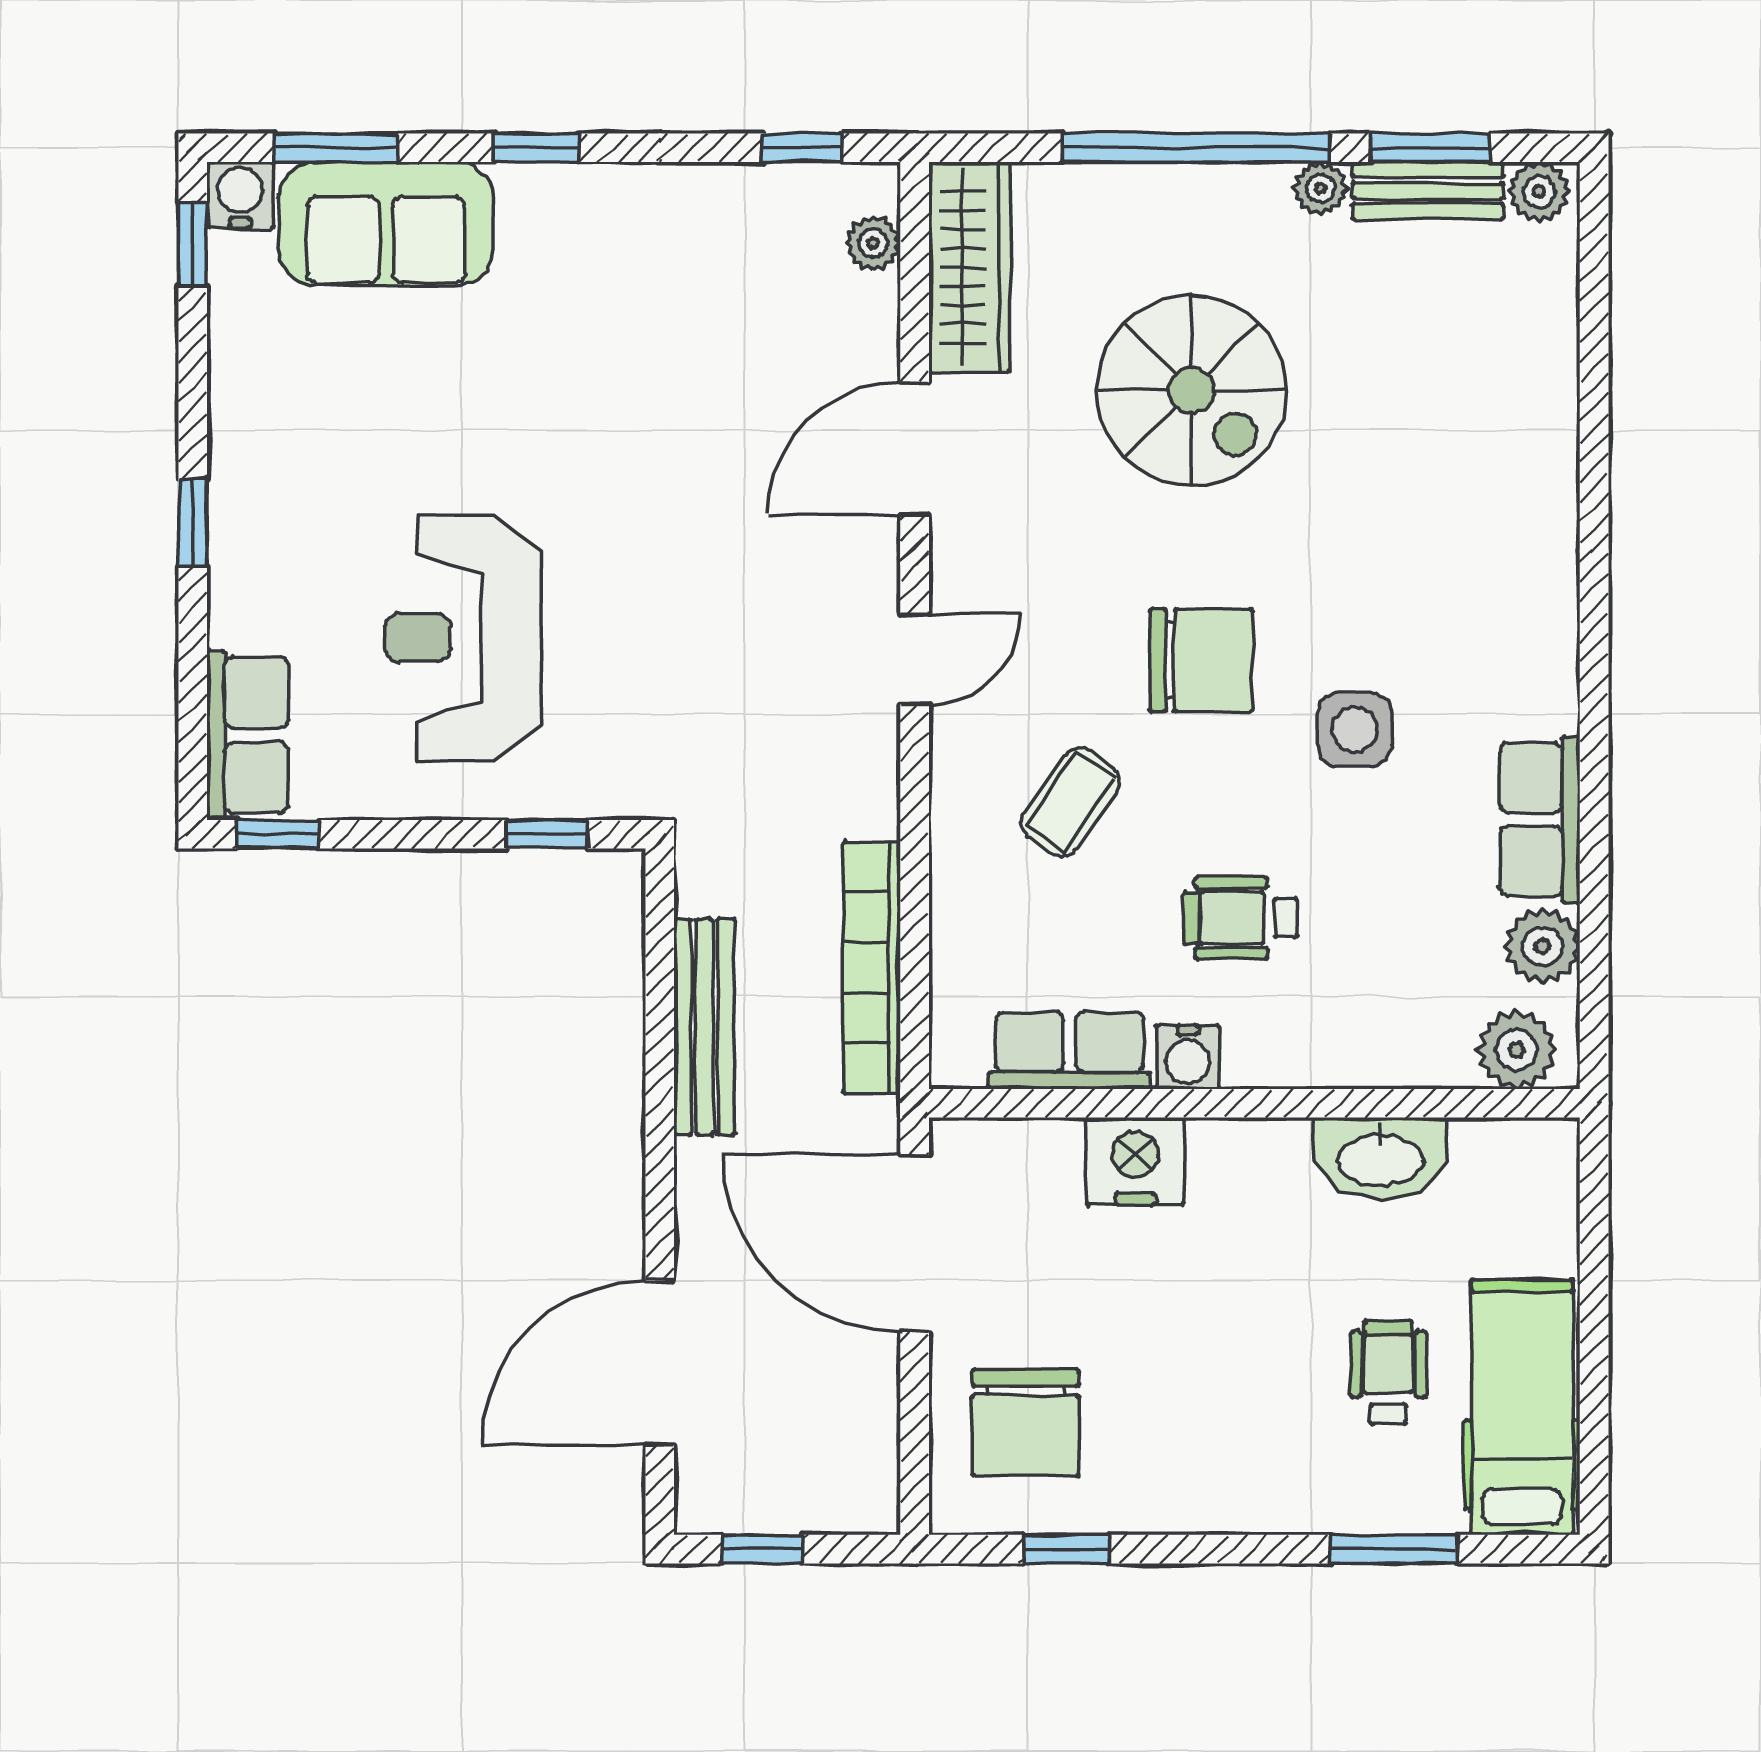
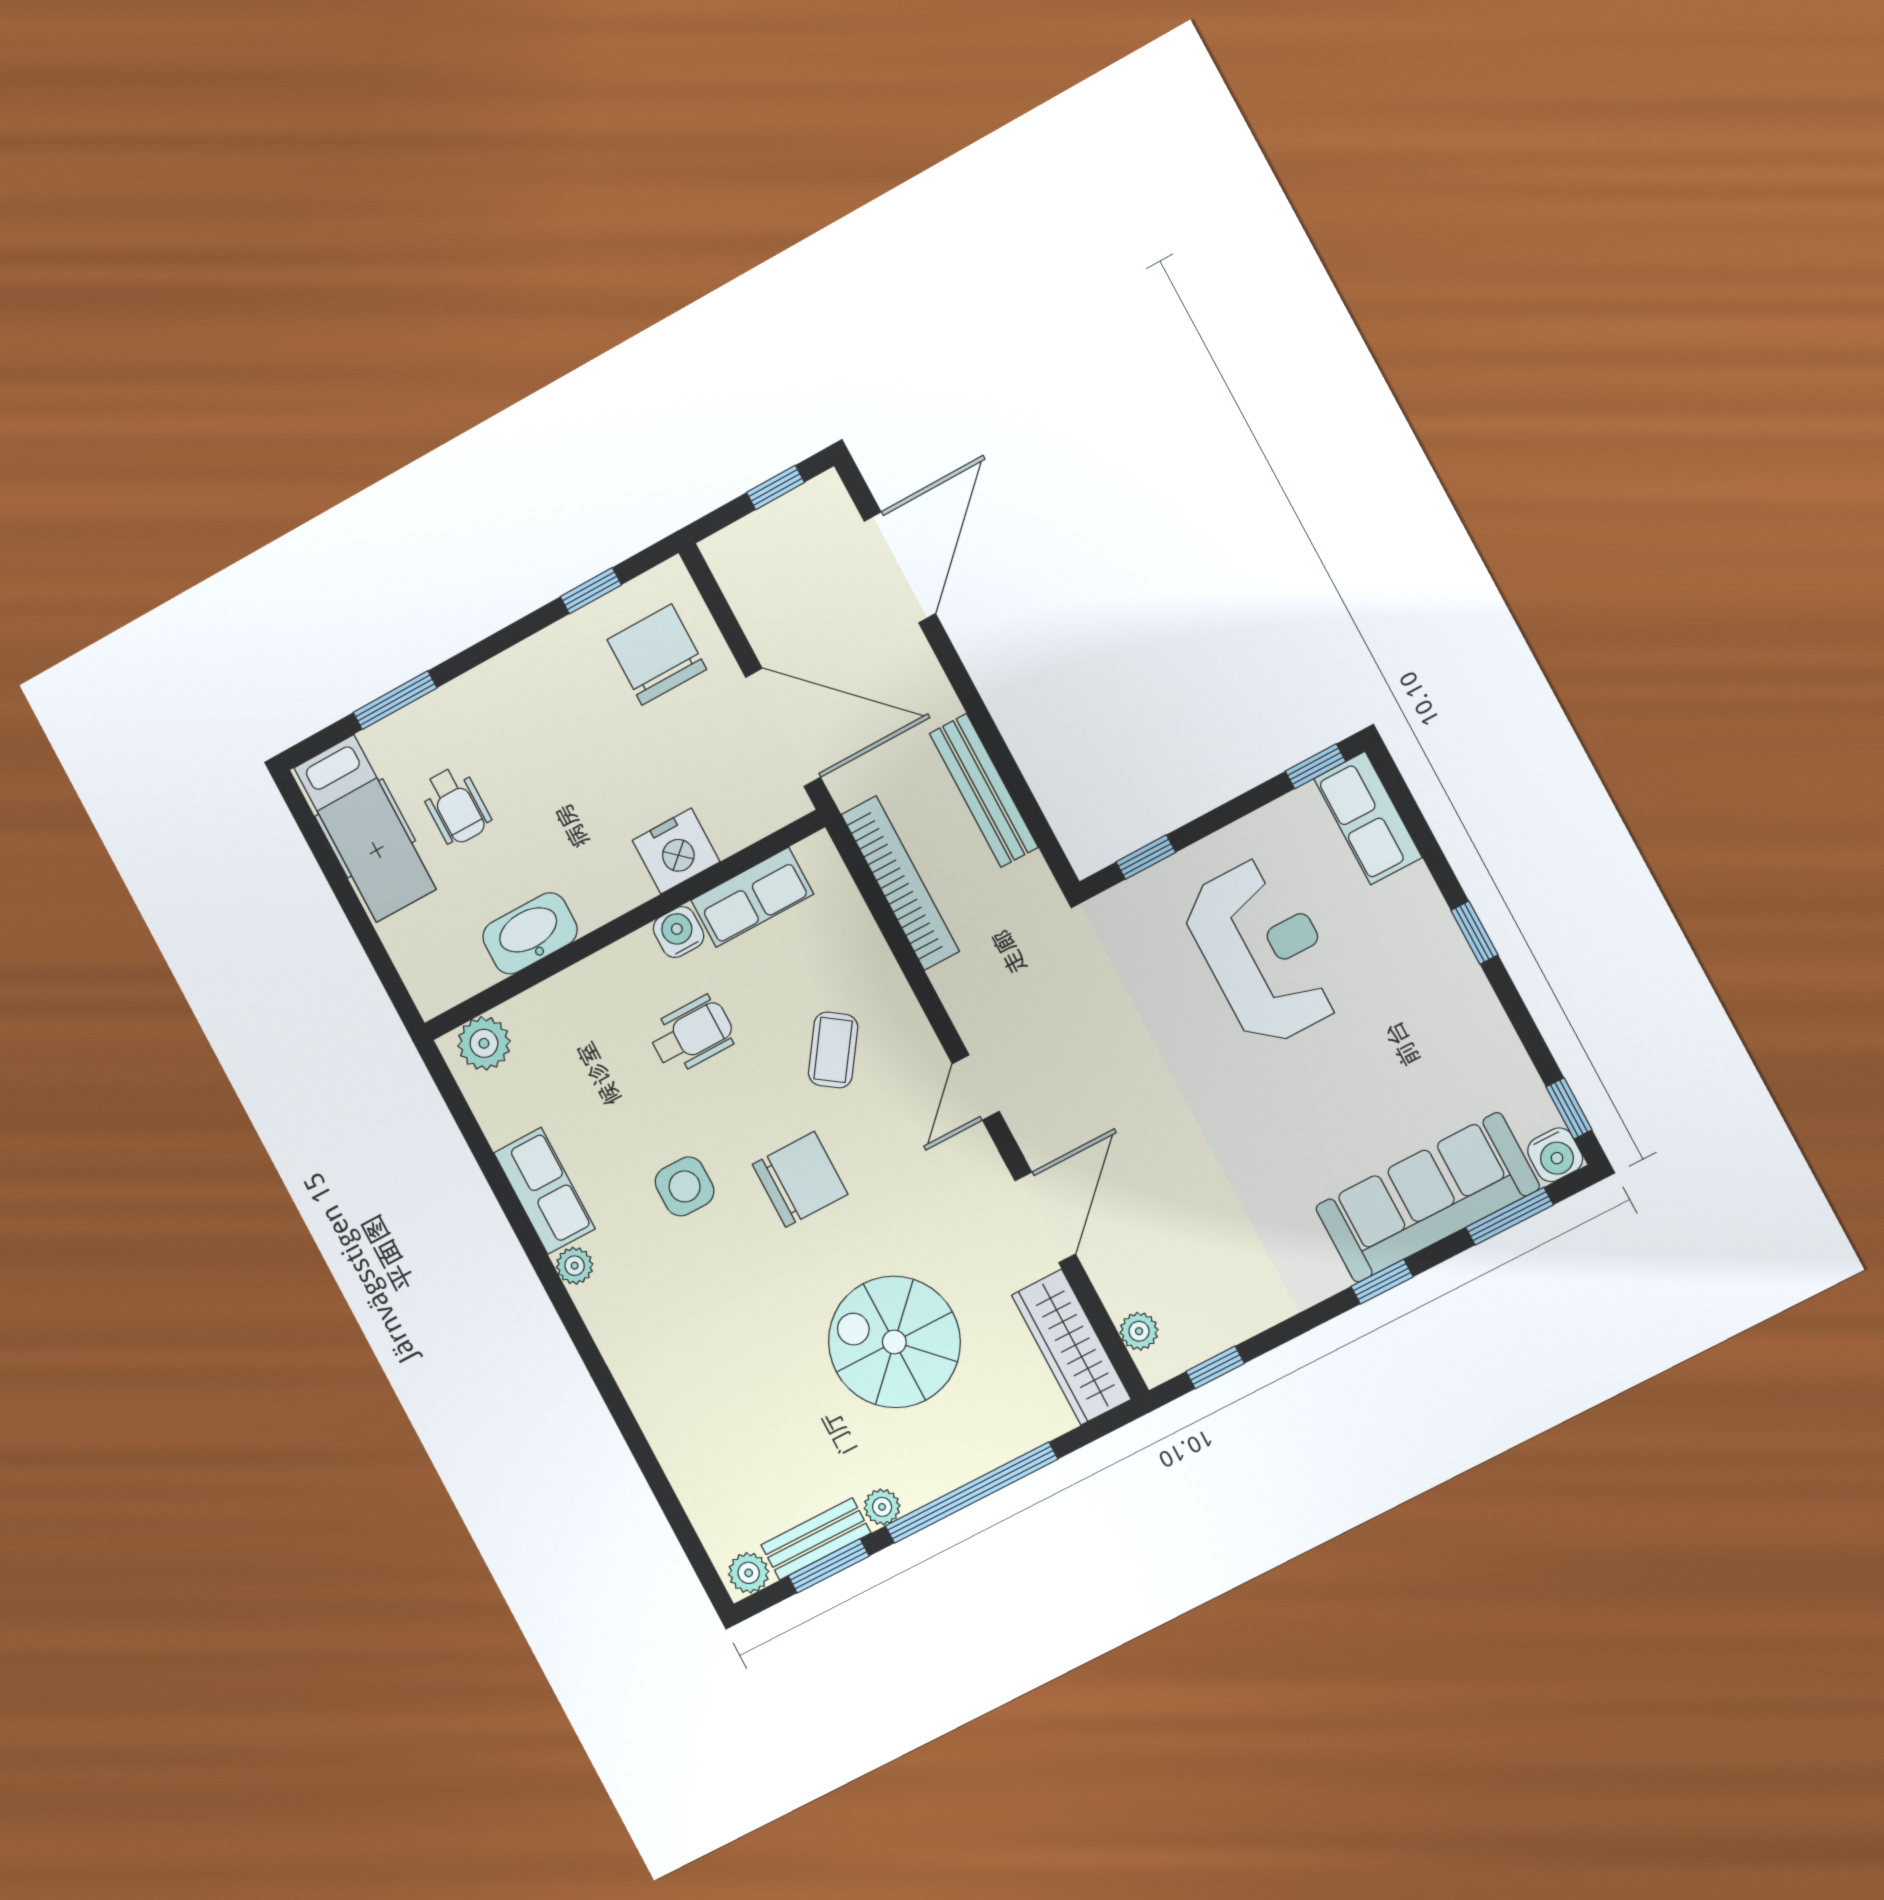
sofa: (386, 224) -> (1427, 1198), width x1.36
chair: (1201, 660) -> (800, 1179), turned 180
plant: (1542, 946) -> (575, 1266), moved, width x0.73, depth x0.73

